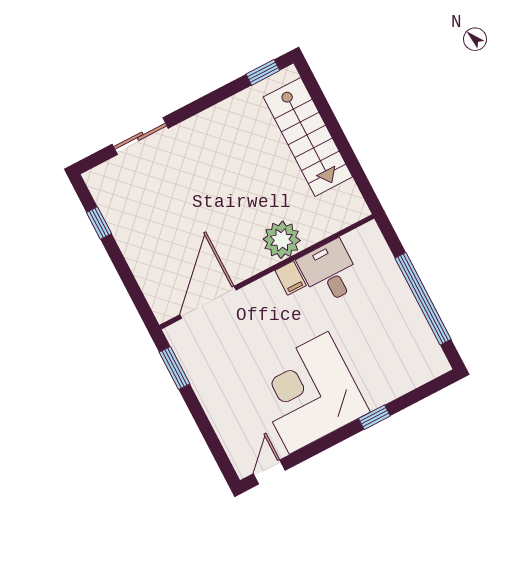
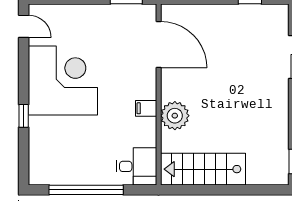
stairs: (308, 137) -> (203, 169), moved
desk: (329, 272) -> (137, 166), moved

